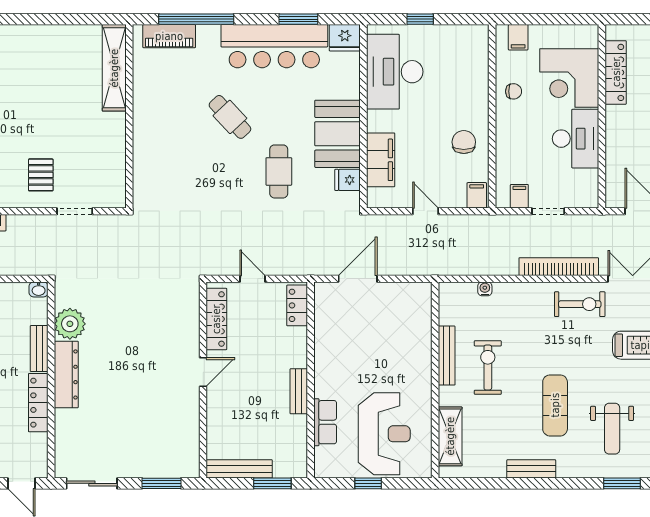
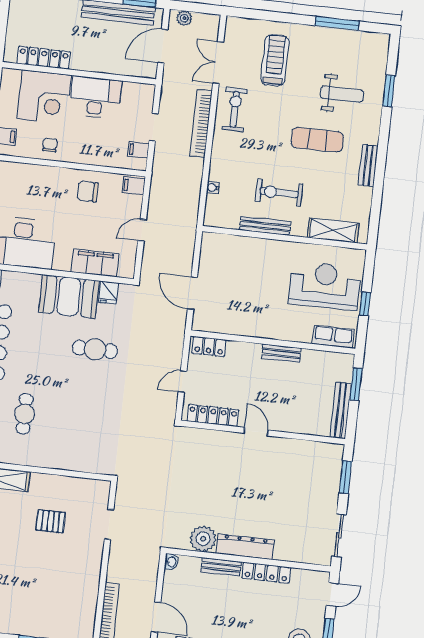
cafe table: (230, 117) -> (25, 414), moved, turned -47
pallet: (41, 175) -> (51, 521), moved
row of seats: (325, 422) -> (333, 337), moved

